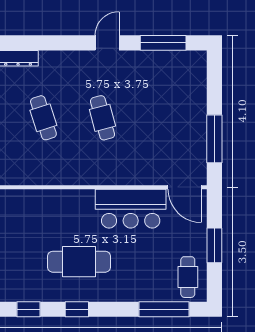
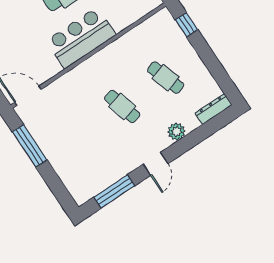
plant: (67, 60) -> (176, 132), added
bar counter: (131, 209) -> (81, 38), moved

